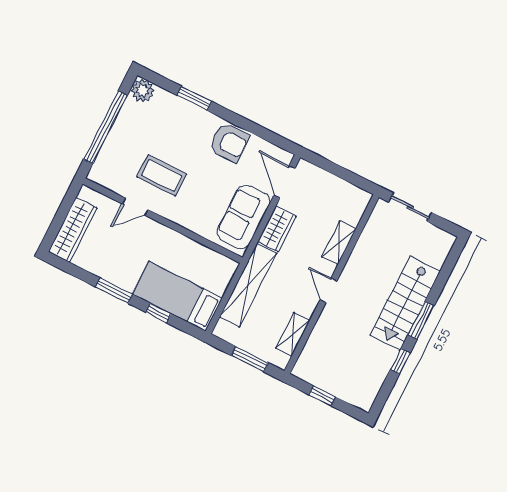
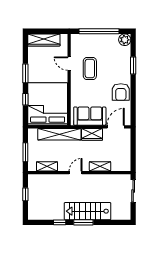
bed: (177, 296) -> (48, 104), width x2.04

